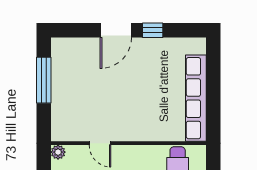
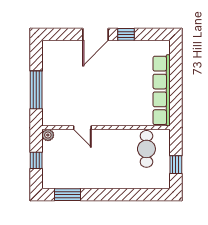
window: (44, 80) -> (36, 90), moved

